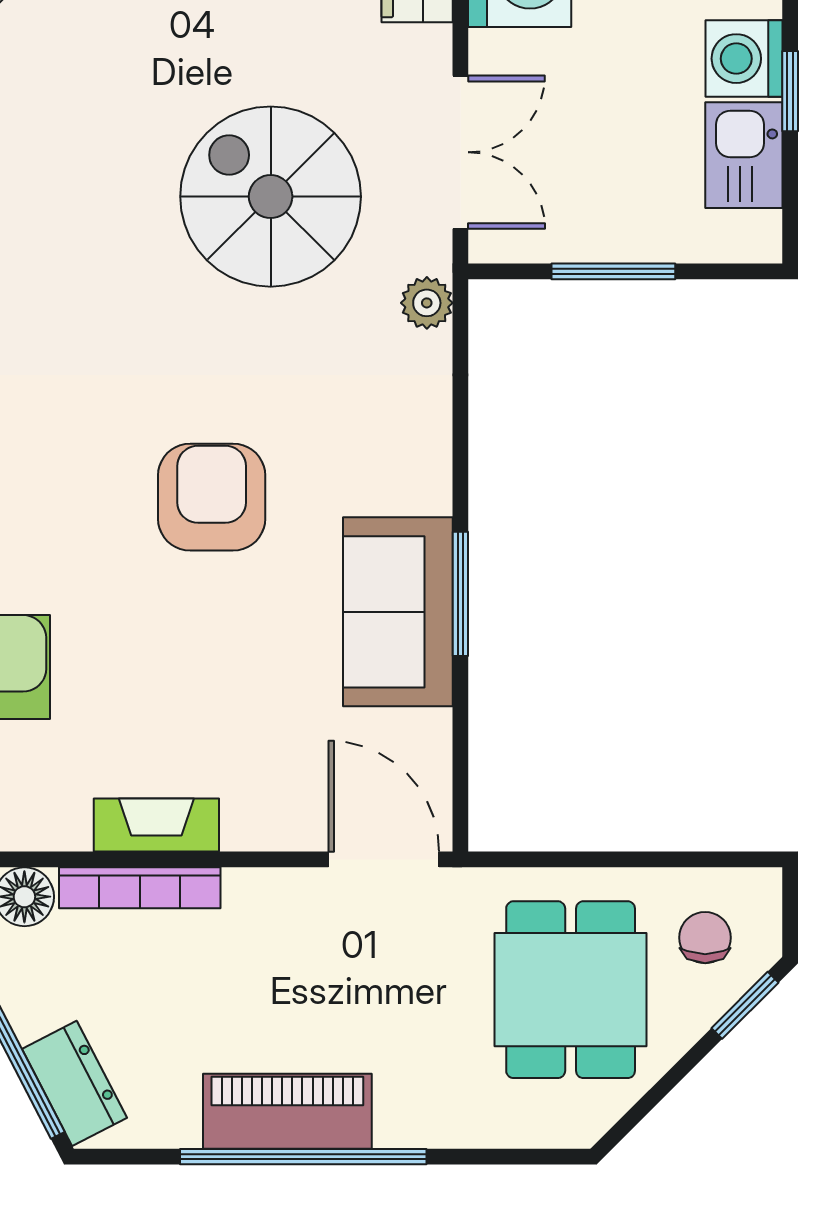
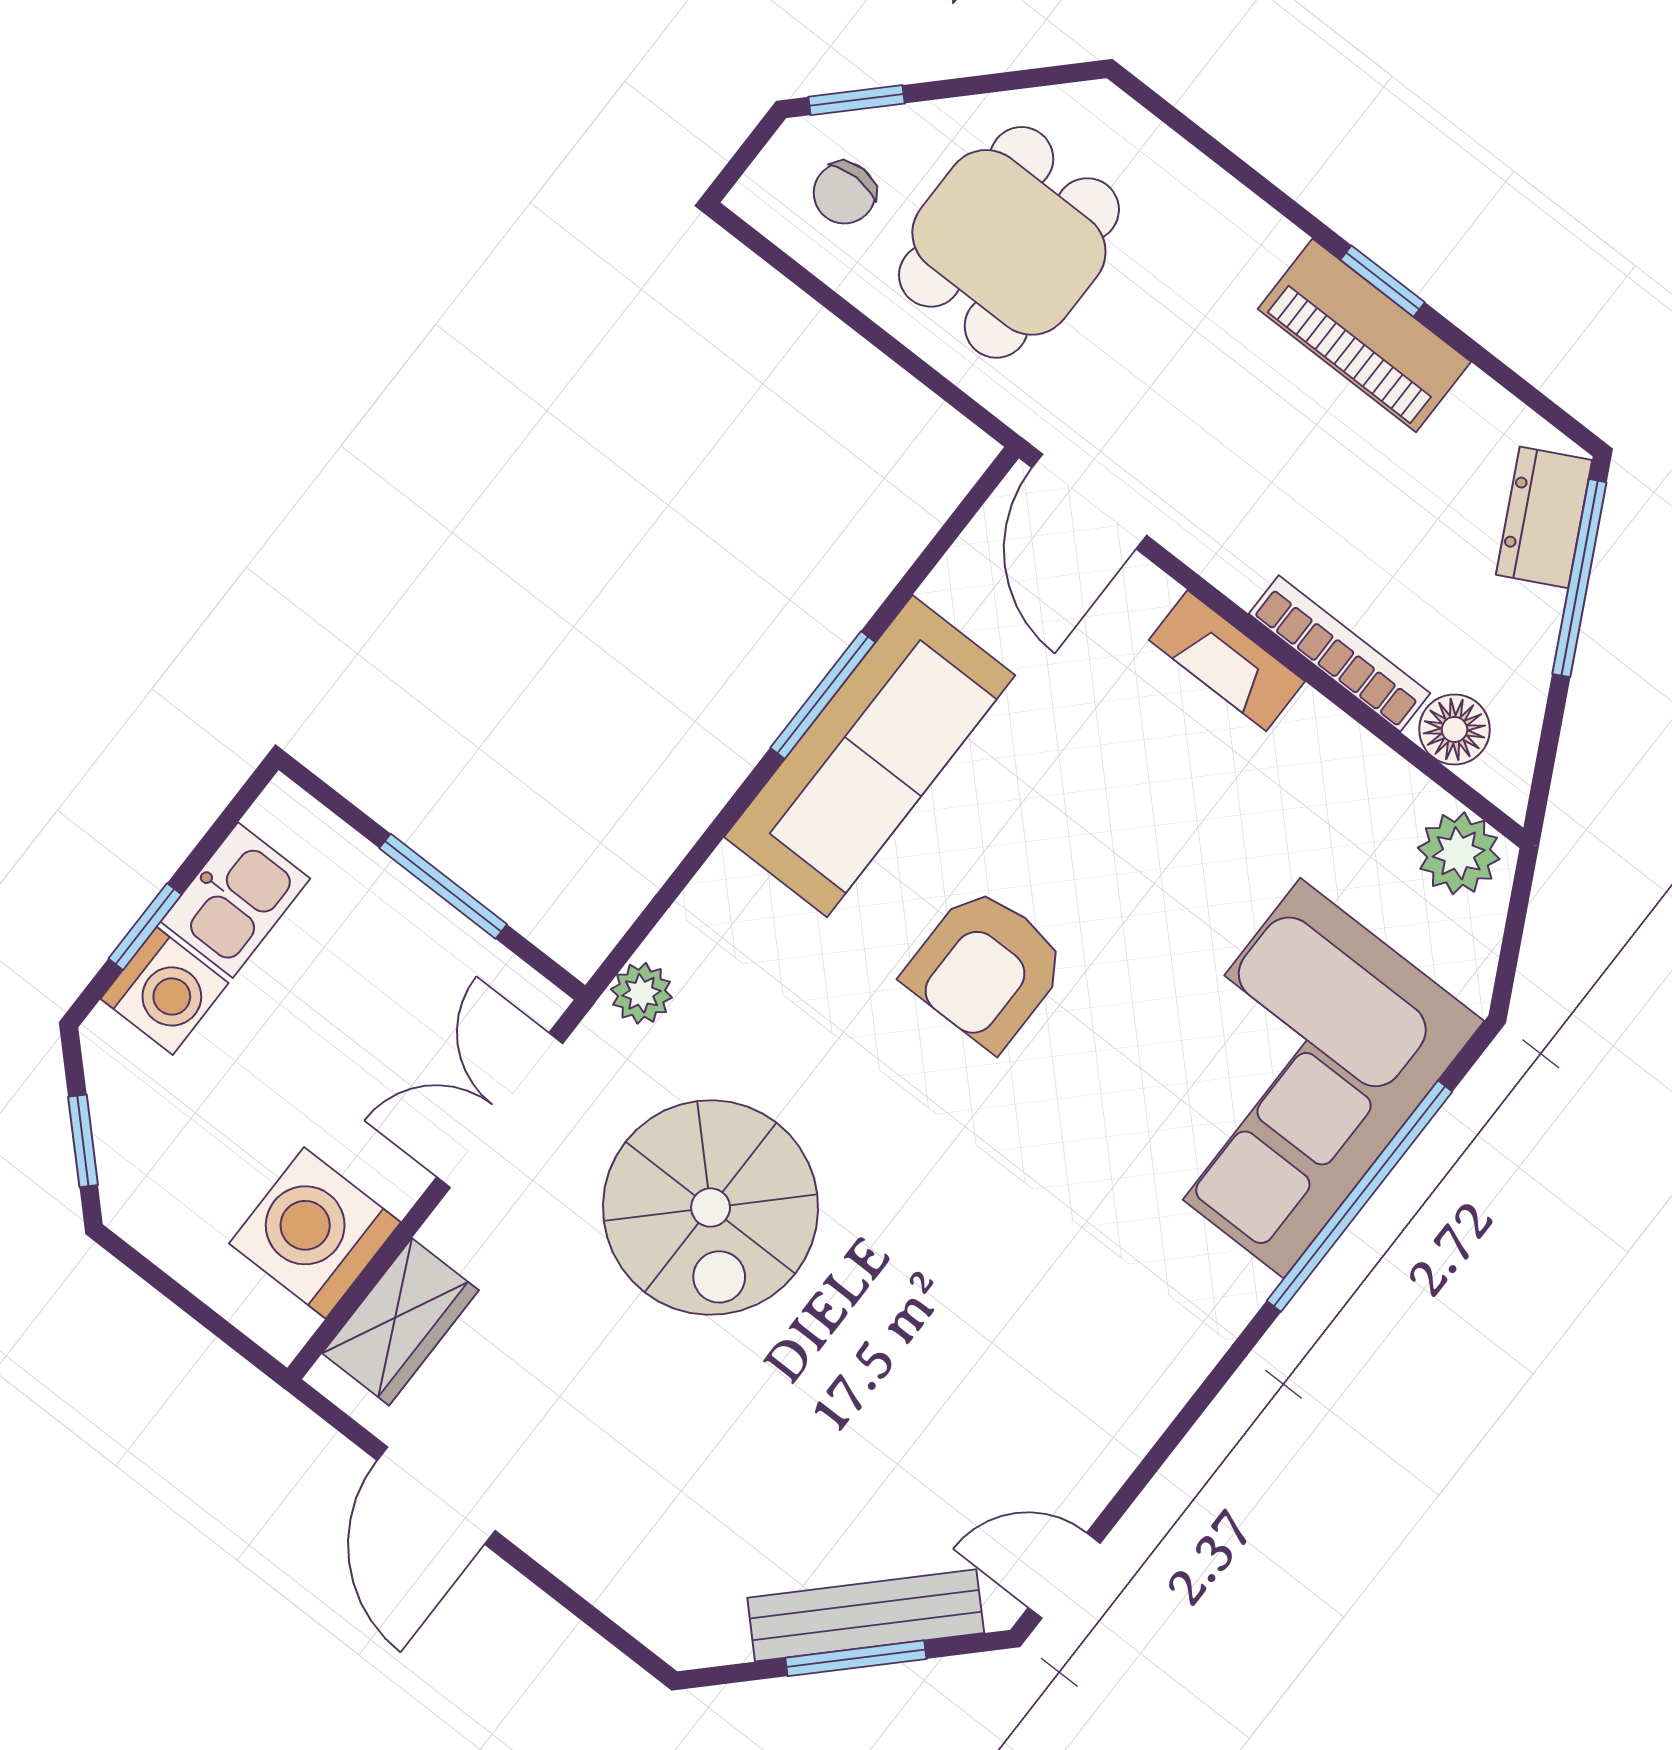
sofa: (398, 612) -> (870, 756), width x1.36
fireplace: (156, 825) -> (1227, 661), moved
window: (303, 1157) -> (1383, 281), width x0.32

